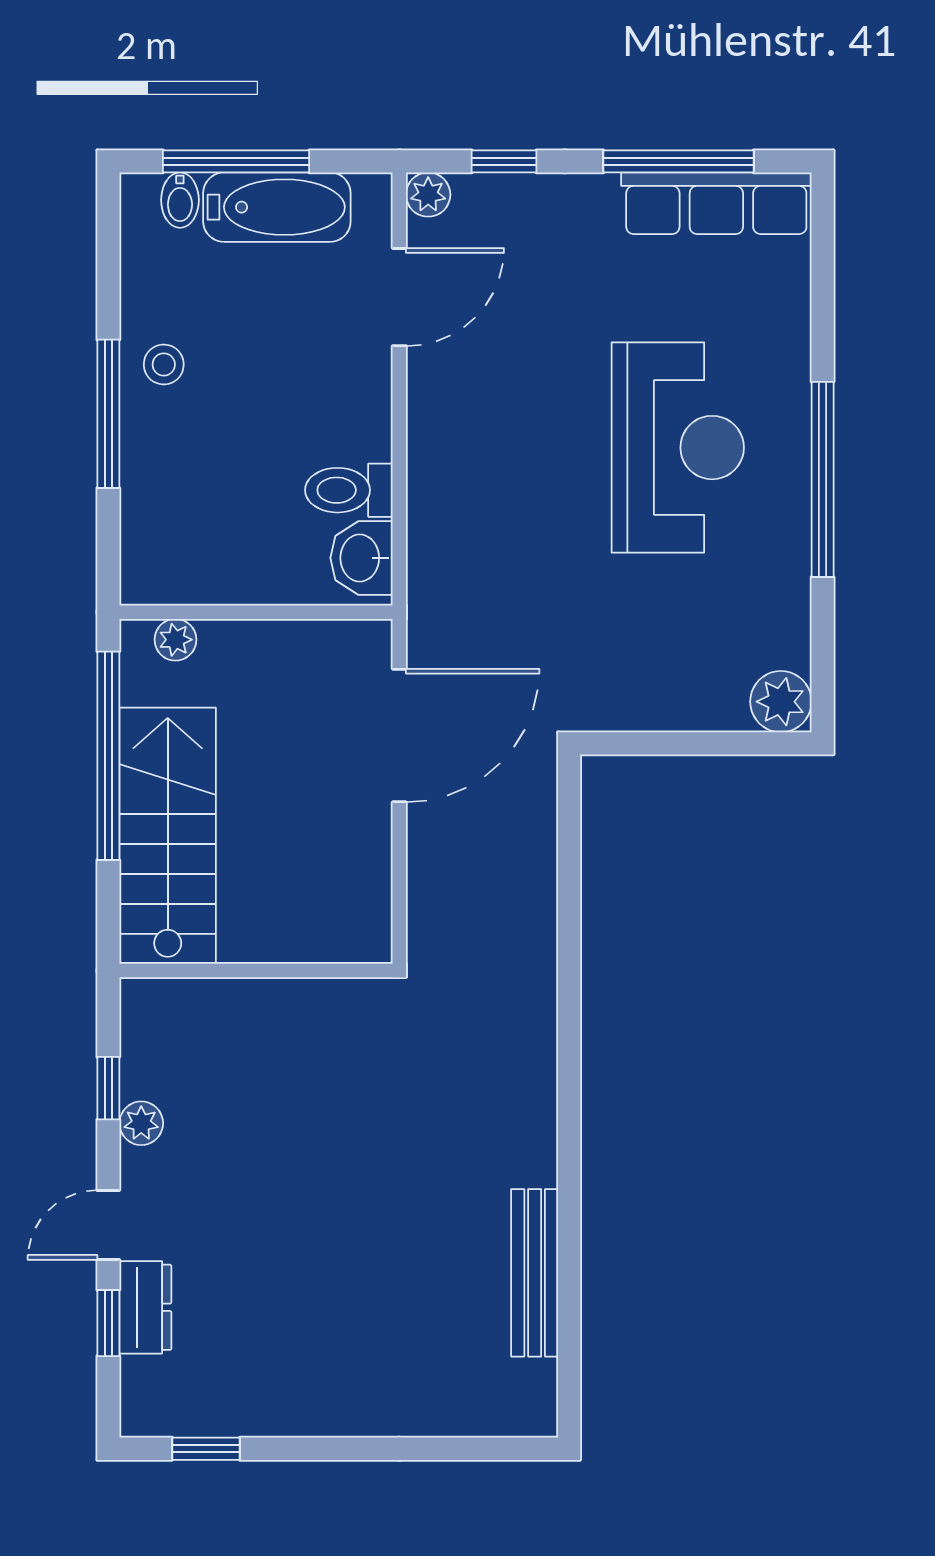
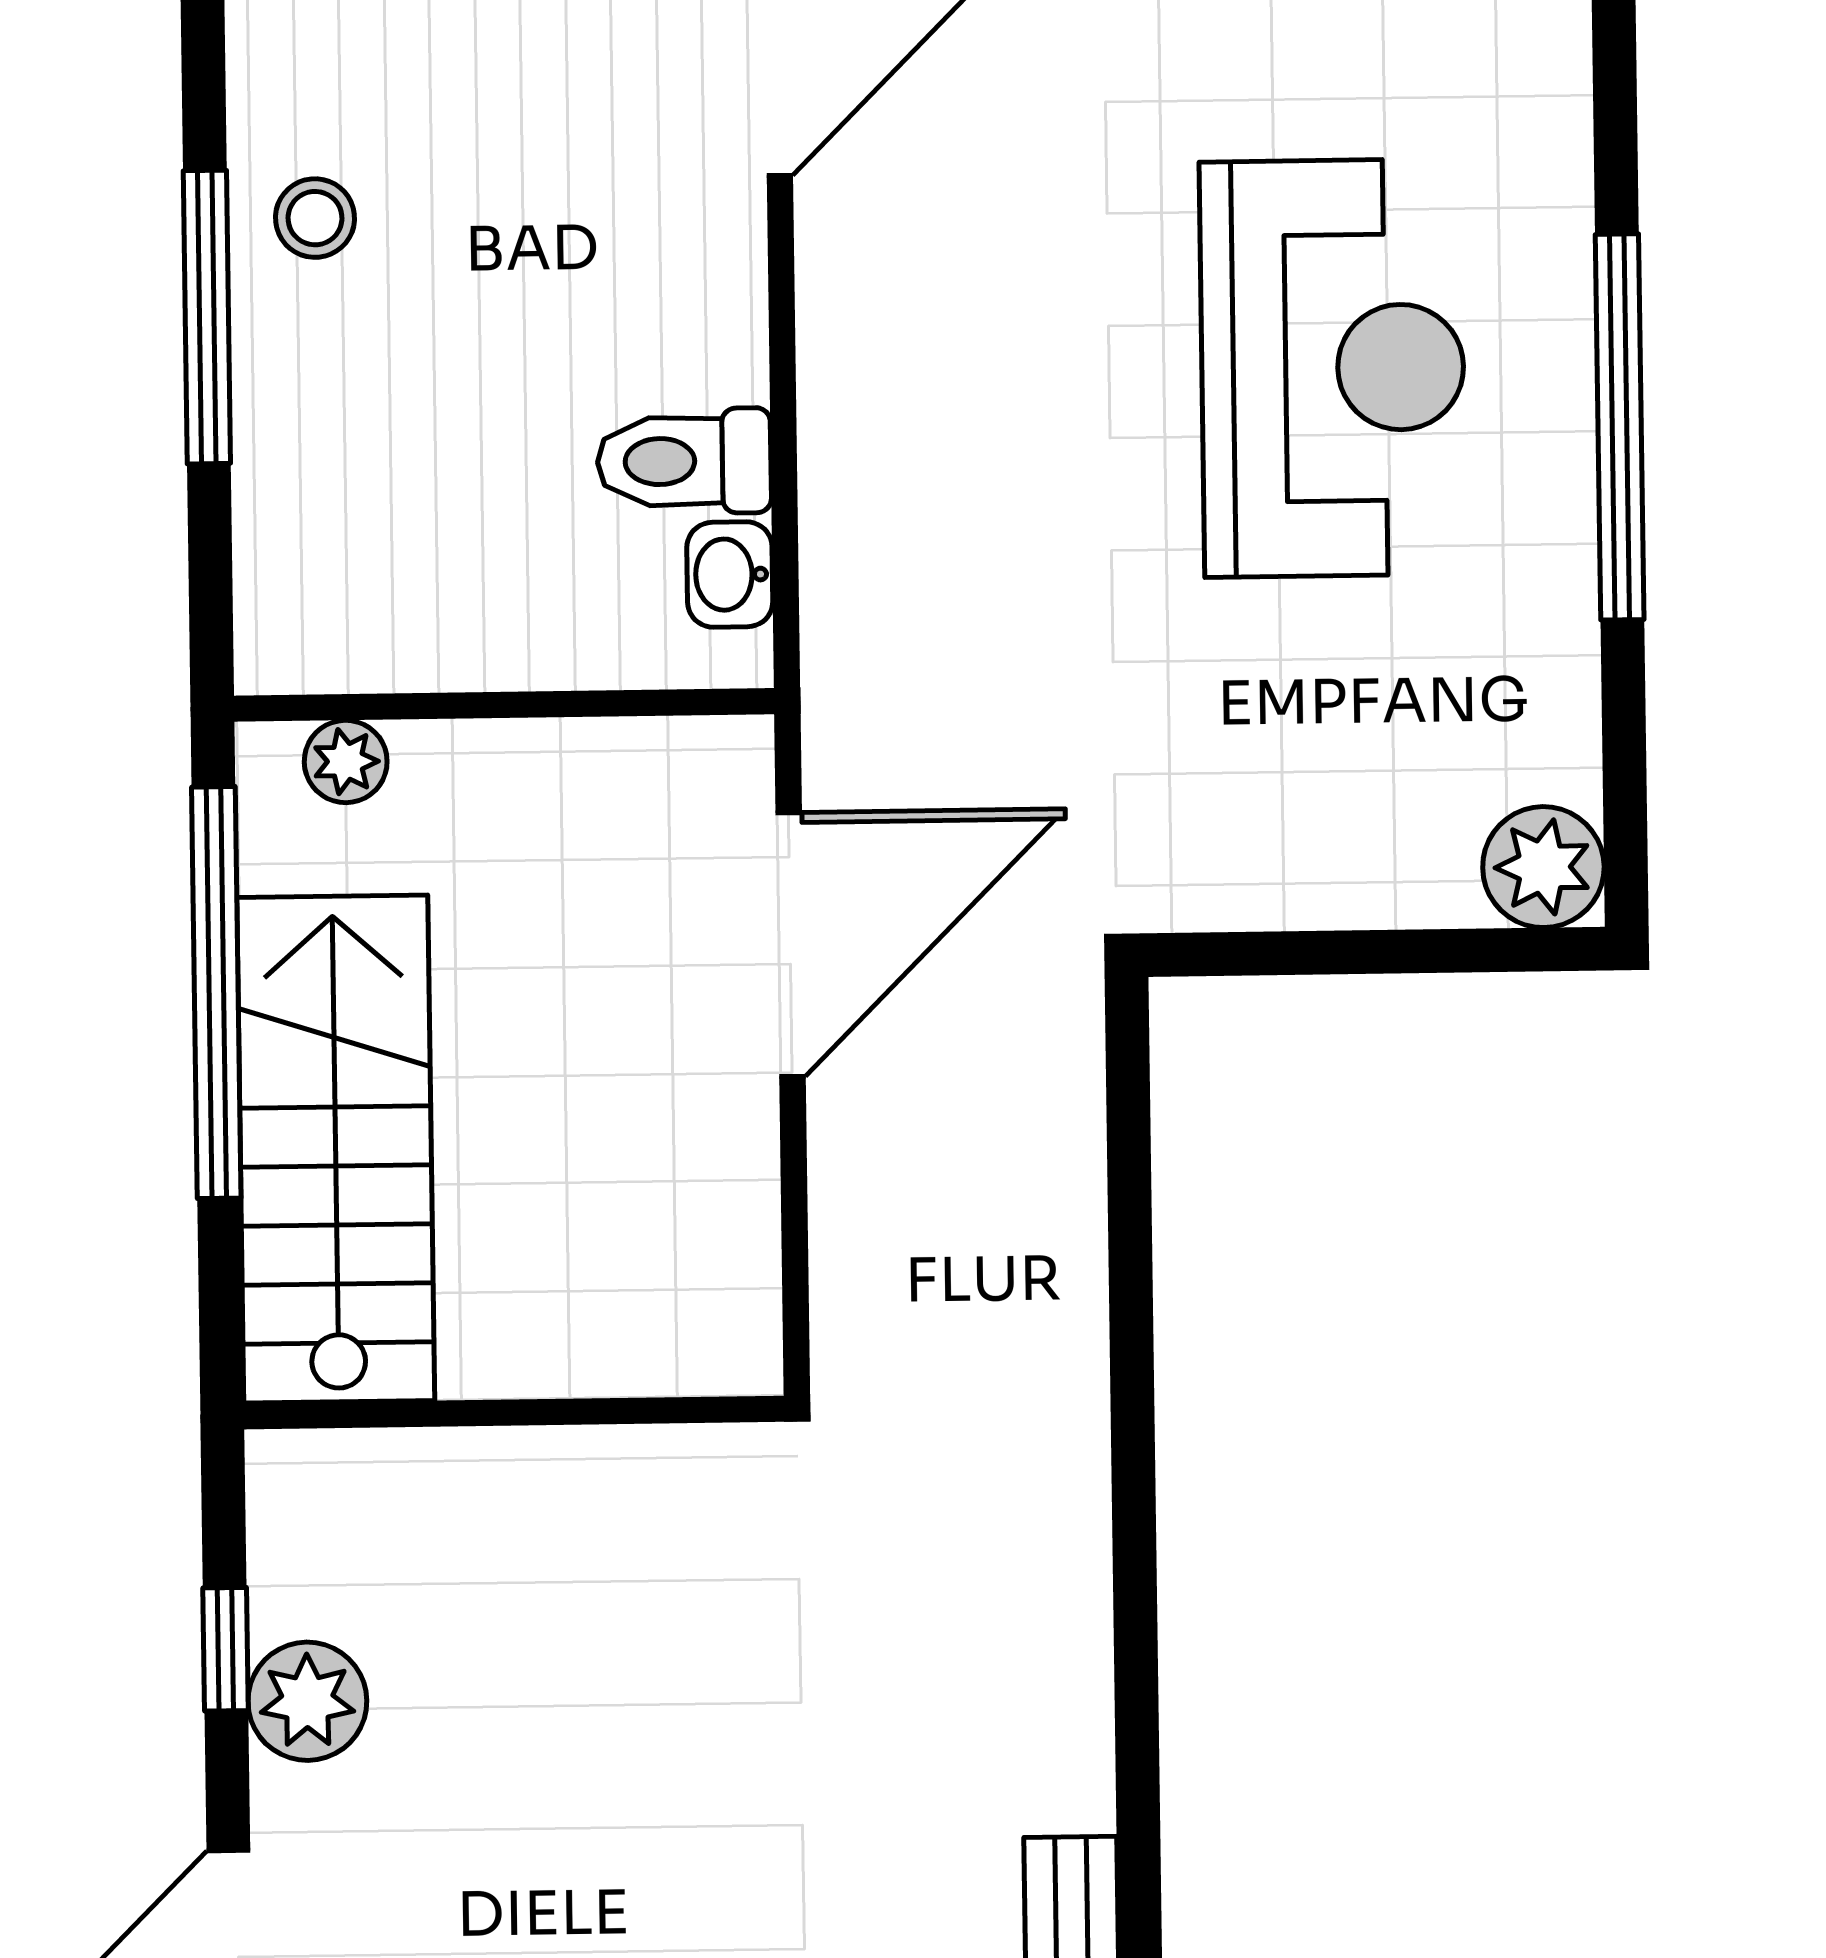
washbasin: (362, 558) -> (730, 575), width x0.72, depth x0.69
plant: (141, 1123) -> (307, 1701), width x1.38, depth x1.38

